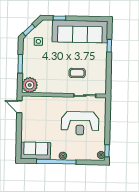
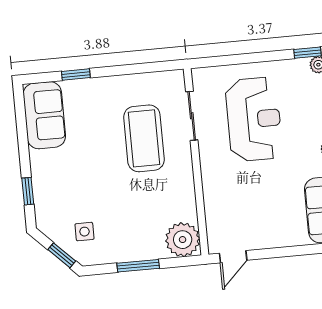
sofa: (80, 32) -> (44, 115), width x0.54, depth x0.79
coffee table: (77, 73) -> (144, 138), width x1.86, depth x1.72

